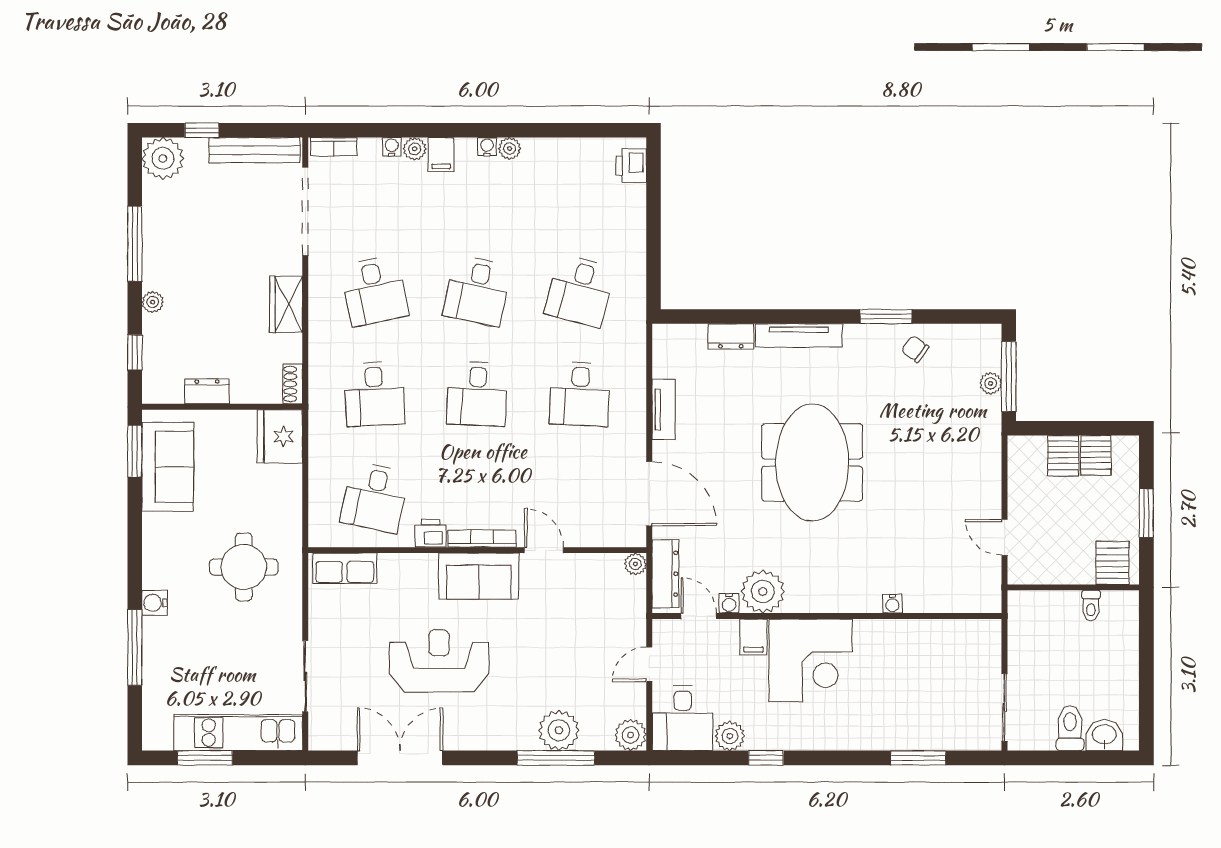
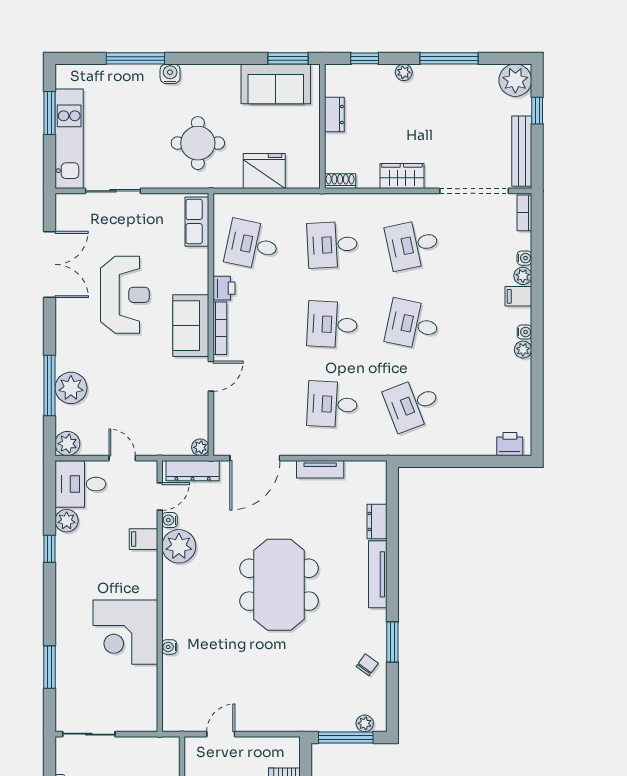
desk: (580, 291) -> (413, 404), turned -36
plant: (991, 383) -> (365, 723), moved
fridge: (280, 436) -> (264, 171), moved
meeting table: (812, 463) -> (279, 585), turned 90
corner desk: (811, 660) -> (125, 632), moved

